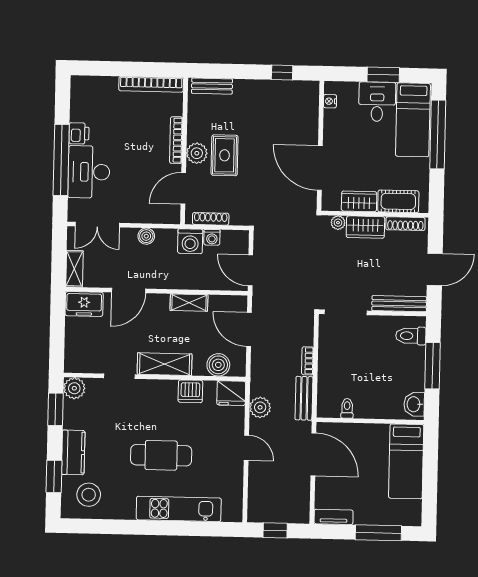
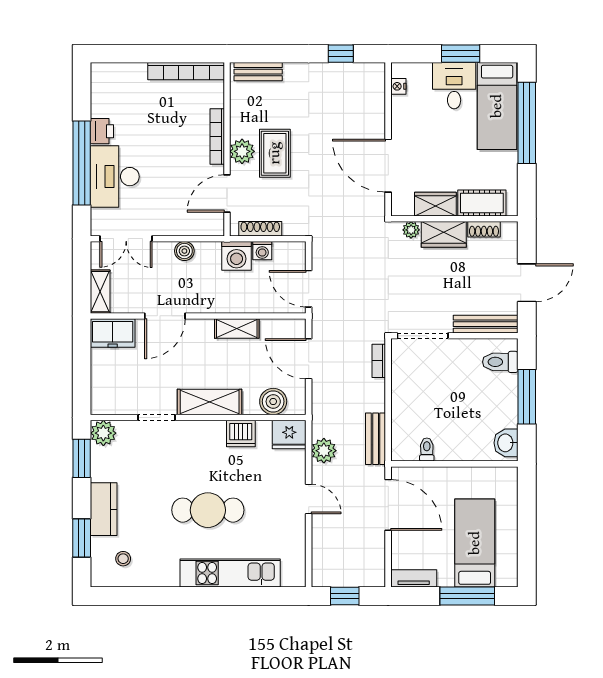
shoe rack: (405, 224) -> (484, 229), width x0.70
bookcase: (308, 361) -> (379, 361), moved
bed: (406, 461) -> (475, 543), moved, turned 180
stool: (89, 495) -> (123, 559), width x0.53, depth x0.53

